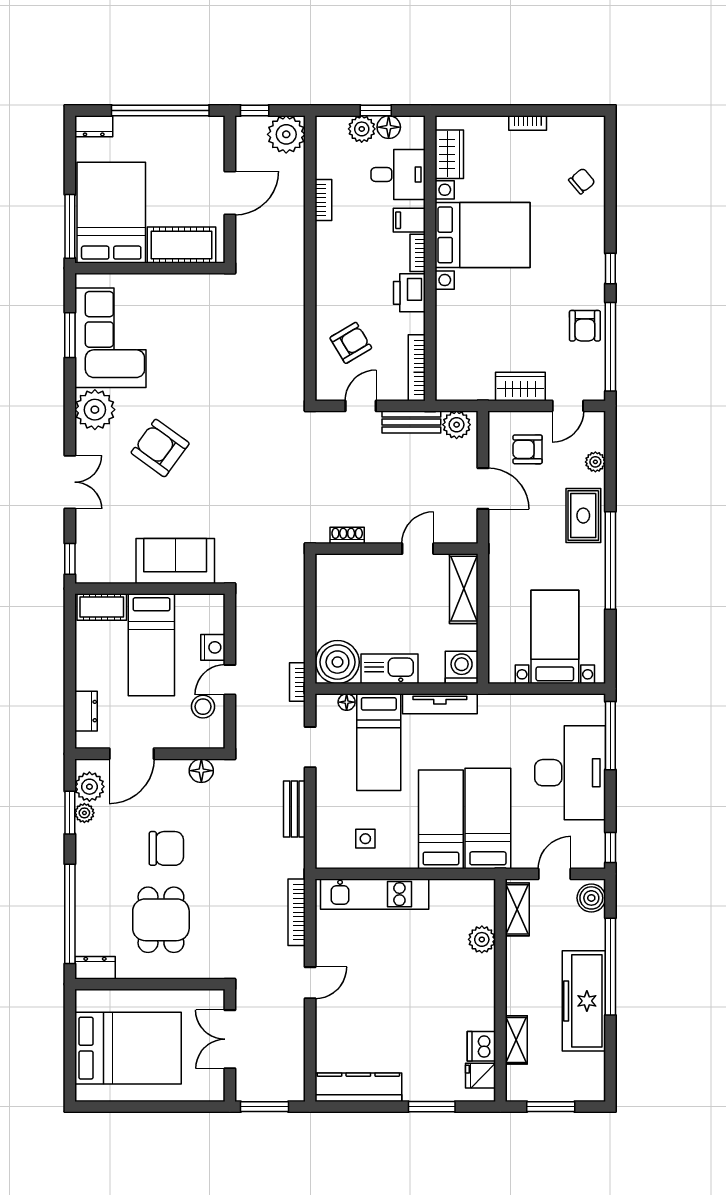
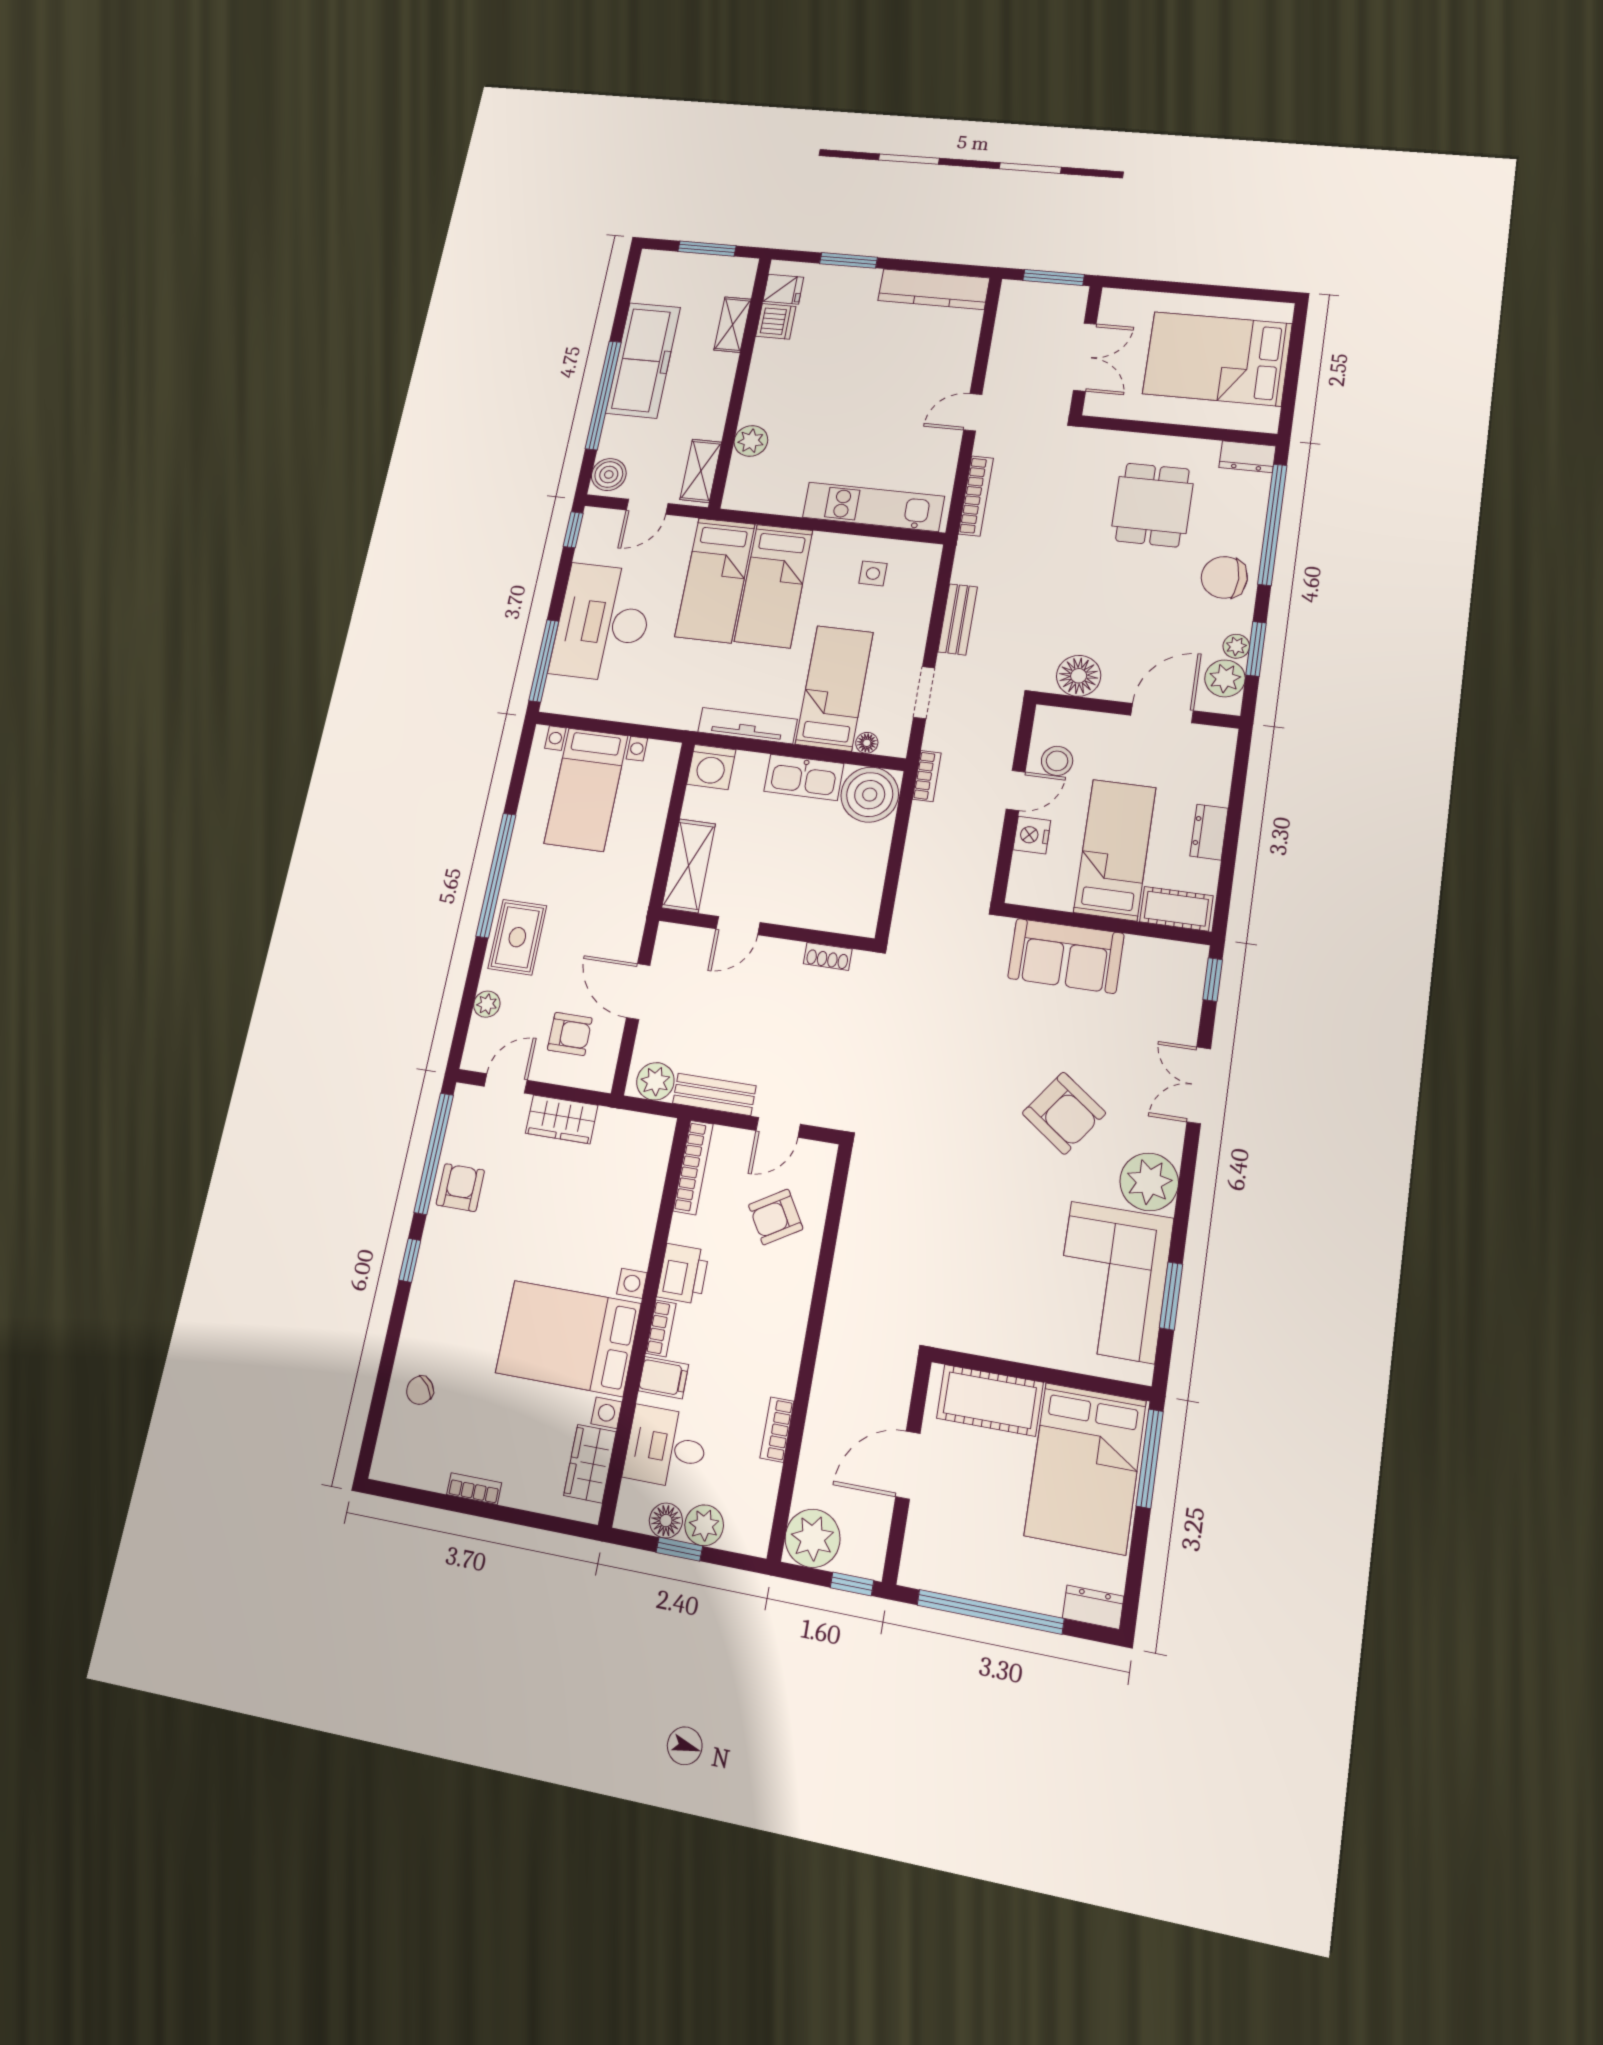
dresser: (86, 711) -> (1209, 832), moved
floor lamp: (201, 771) -> (1079, 676), width x1.38, depth x1.38
chair: (166, 848) -> (1224, 577), moved

